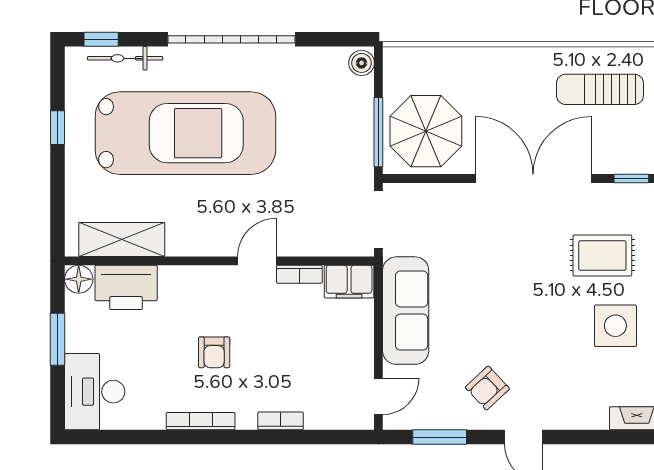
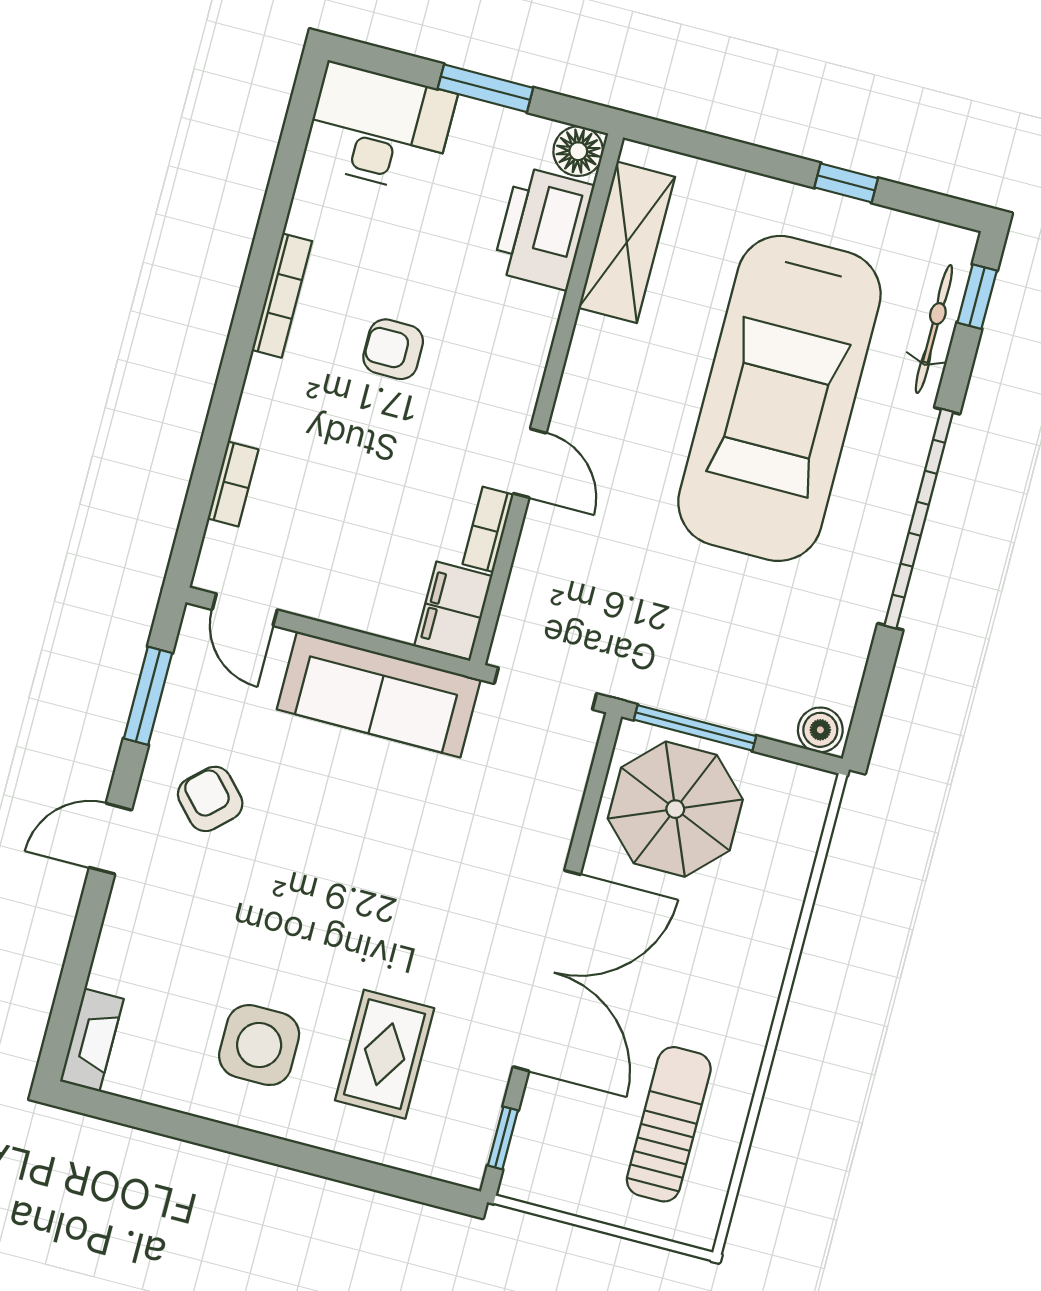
bookcase: (281, 421) -> (233, 484), moved

